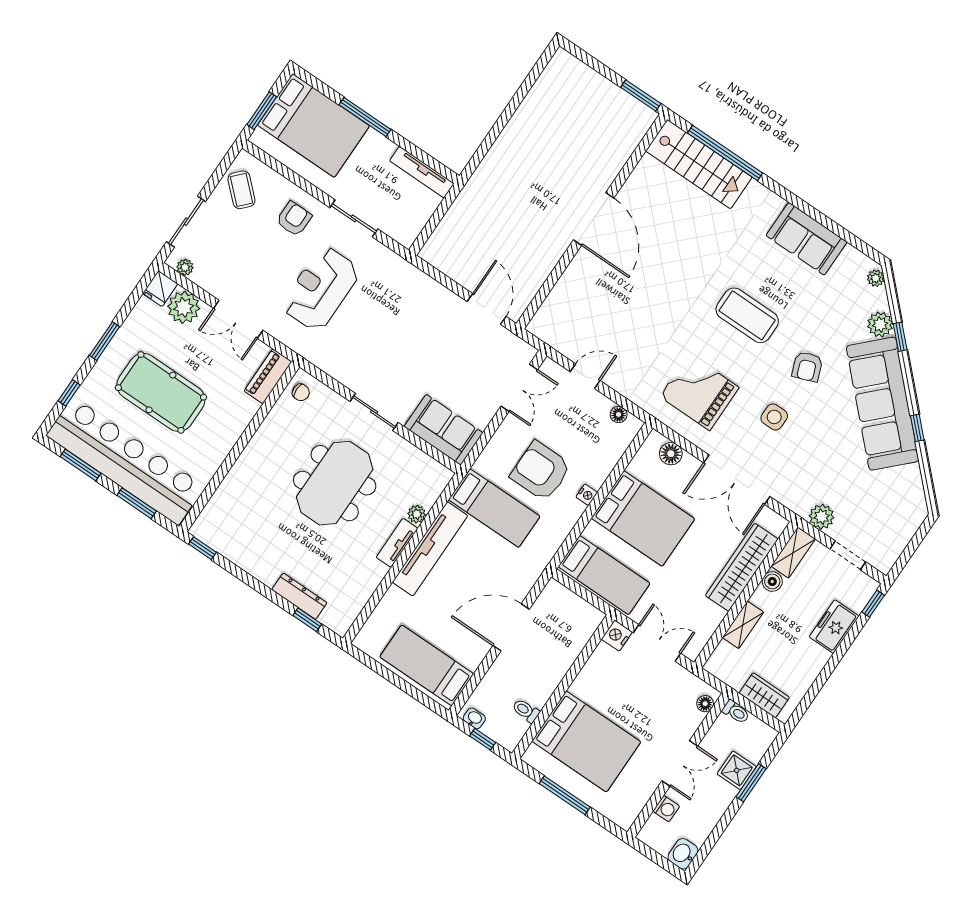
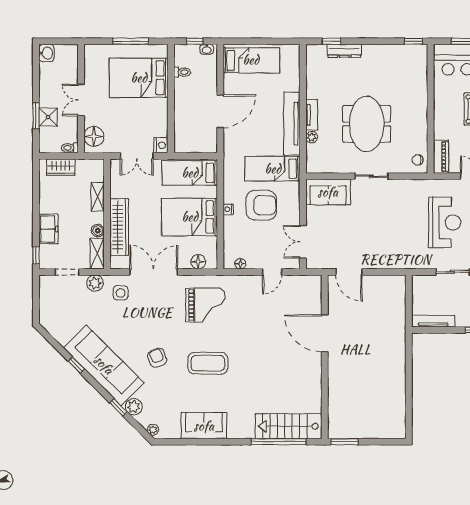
door: (594, 219) -> (325, 333), moved
side table: (774, 417) -> (121, 293), moved
floor lamp: (705, 704) -> (94, 136), width x1.89, depth x1.89
washing machine: (666, 809) -> (72, 71), removed

